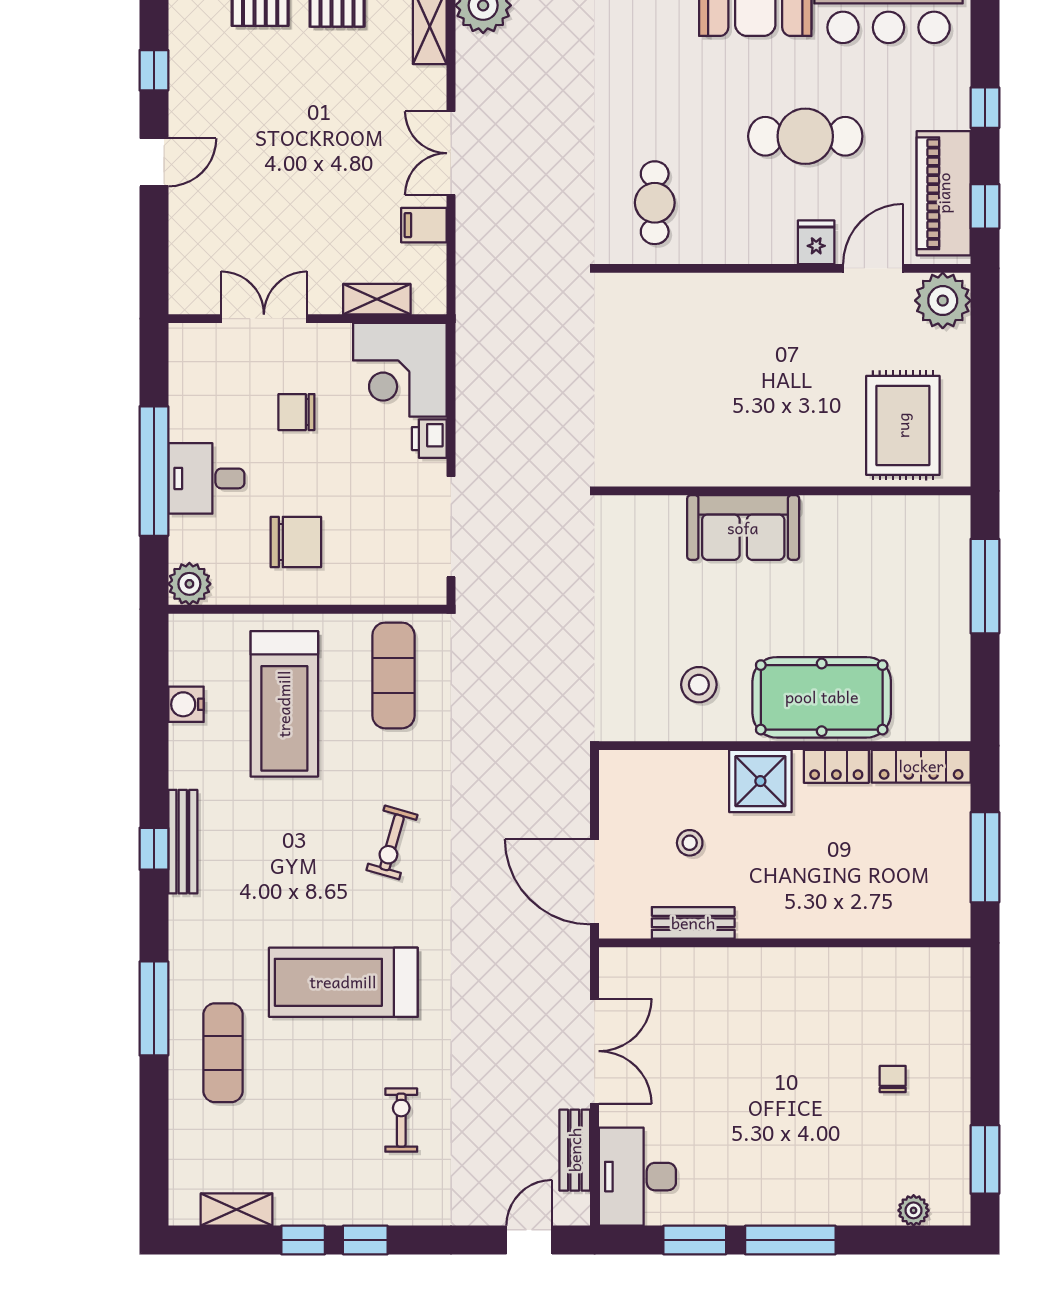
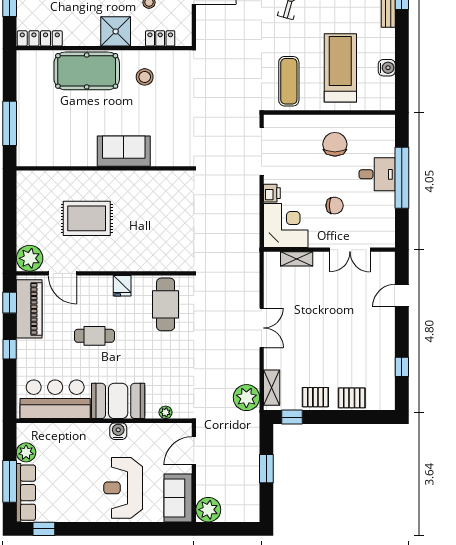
cafe table: (805, 136) -> (94, 336), width x0.73, depth x0.74
door: (154, 162) -> (402, 296), moved
cafe table: (655, 203) -> (166, 304), width x1.37, depth x1.35
filing cabinet: (424, 225) -> (274, 294), removed
fridge: (816, 242) -> (122, 286), moved
door: (873, 268) -> (62, 273), hinge flipped
rug: (903, 425) -> (87, 218), moved, turned 90
chair: (296, 542) -> (335, 144), turned 90
plant: (189, 584) -> (385, 125), removed
locker: (836, 766) -> (160, 38), moved

